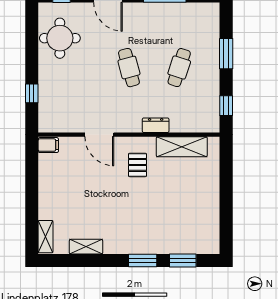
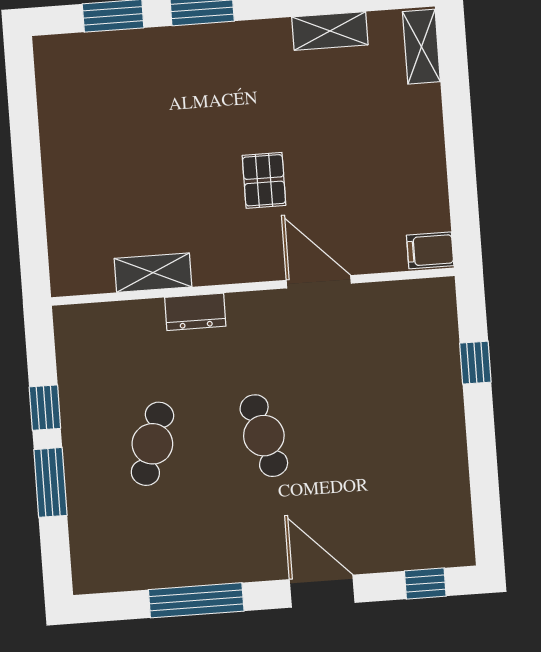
round table: (60, 38) -> (422, 490), removed
window: (226, 106) -> (45, 408), moved
shelving: (182, 147) -> (153, 273), width x0.67, depth x0.75
pallet: (137, 165) -> (264, 180), moved

